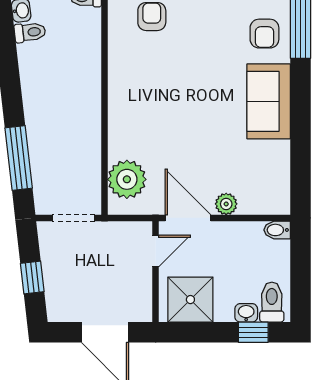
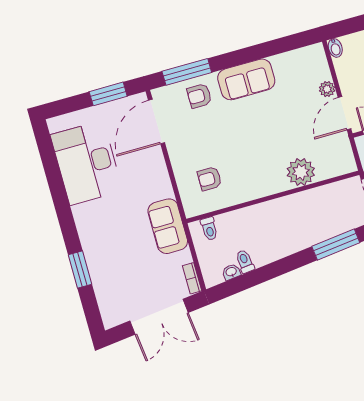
armchair: (264, 34) -> (199, 96), turned 180
plant: (127, 179) -> (301, 172), moved

